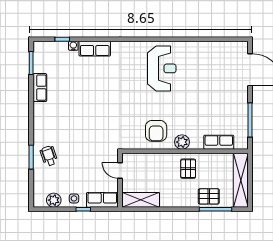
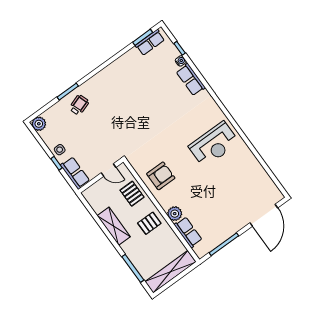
row of seats: (40, 88) -> (150, 42), moved
armchair: (156, 131) -> (161, 176), turned 180
plant: (182, 142) -> (175, 214), moved
door: (120, 171) -> (108, 170), swing flipped
pallet: (209, 196) -> (132, 194), moved
plant: (54, 200) -> (39, 124), moved
shelving: (141, 200) -> (114, 226), moved

